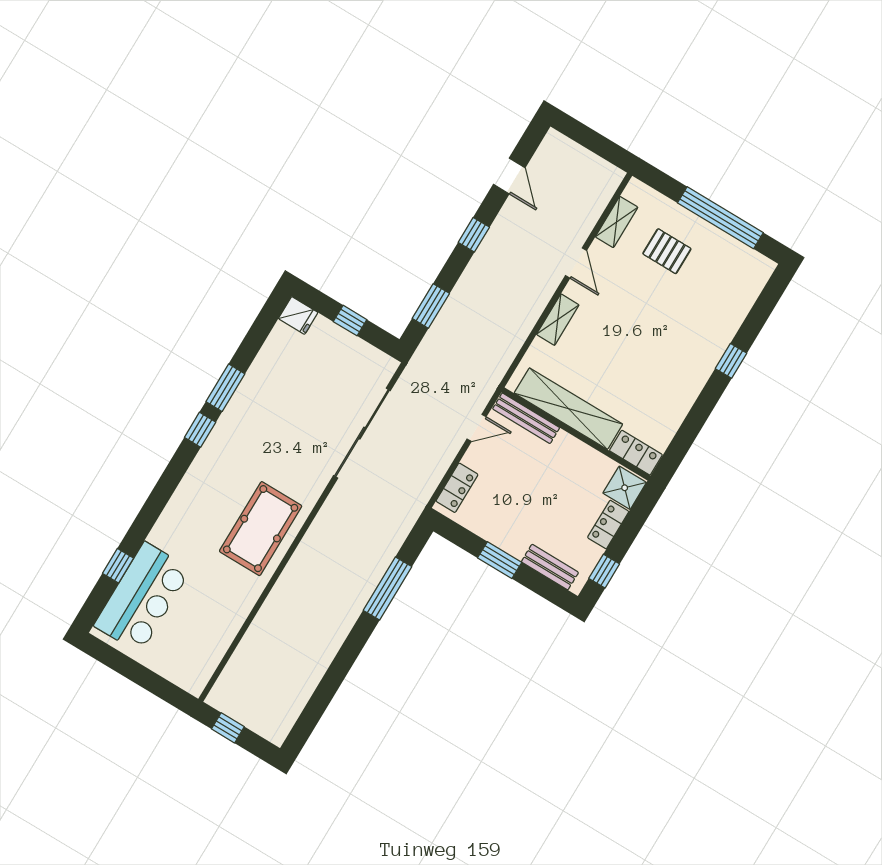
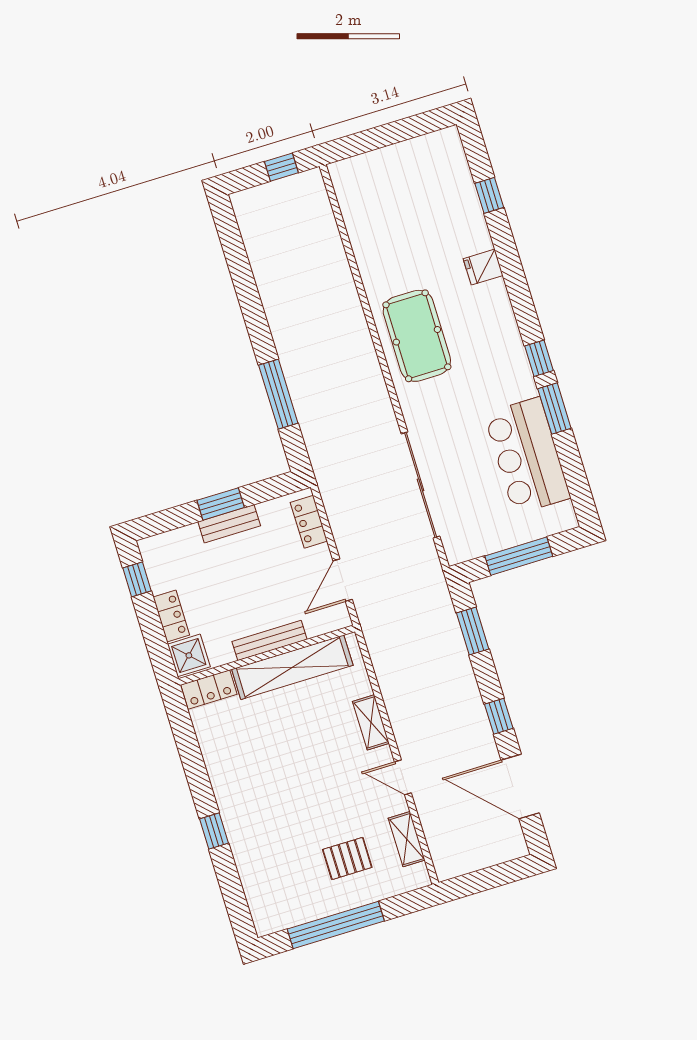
door: (509, 176) -> (520, 787), width x1.87
fridge: (298, 316) -> (483, 267), moved
window: (350, 321) -> (519, 556), width x2.17
bench: (526, 418) -> (270, 640), moved
door: (477, 428) -> (343, 580), width x1.38
bench: (550, 567) -> (229, 524), moved
bar counter: (142, 597) -> (527, 456), moved

